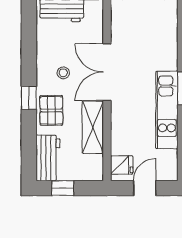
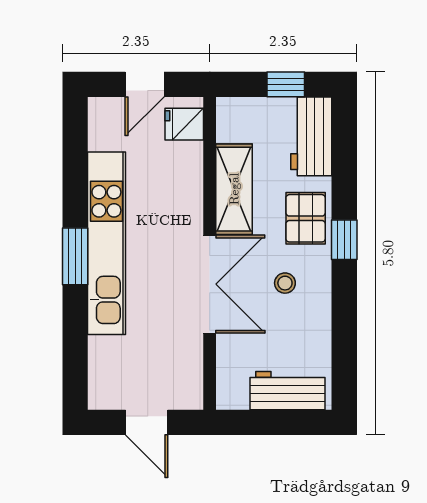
kitchen unit: (167, 110) -> (106, 243), width x1.36

